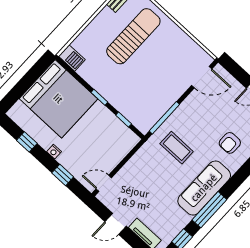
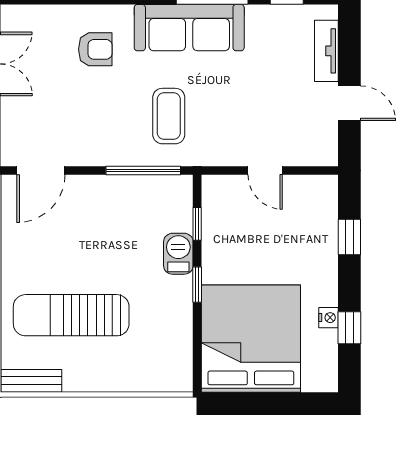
barbecue: (72, 58) -> (178, 254), moved
door: (202, 77) -> (41, 170), swing flipped
nightstand: (54, 152) -> (329, 318), moved
door: (104, 183) -> (265, 170), moved

